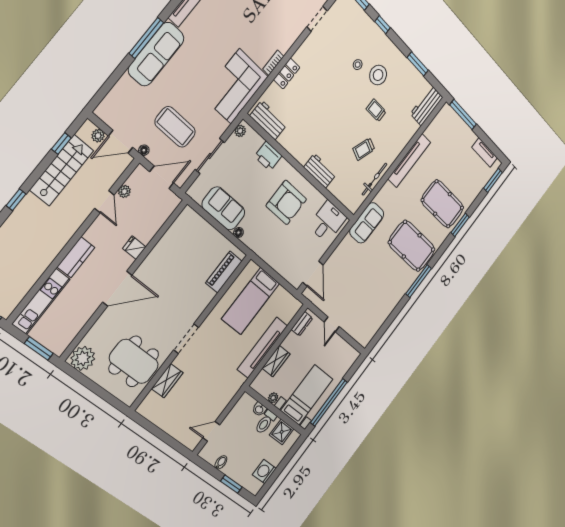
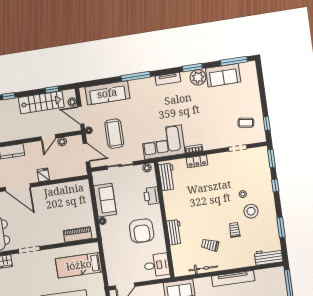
sofa: (156, 54) -> (107, 93), moved

